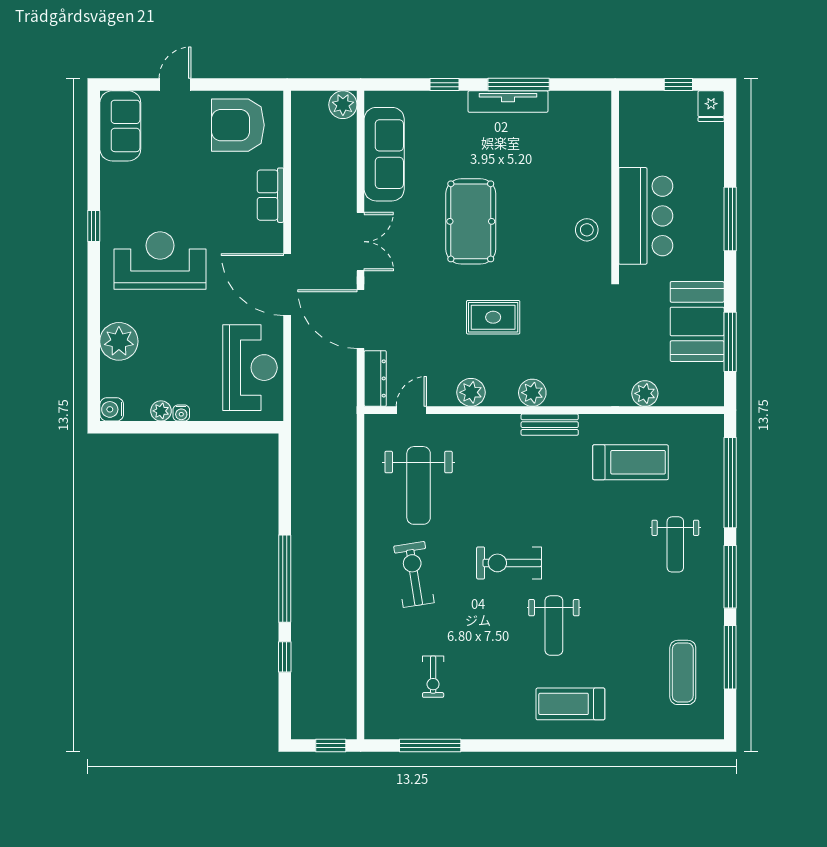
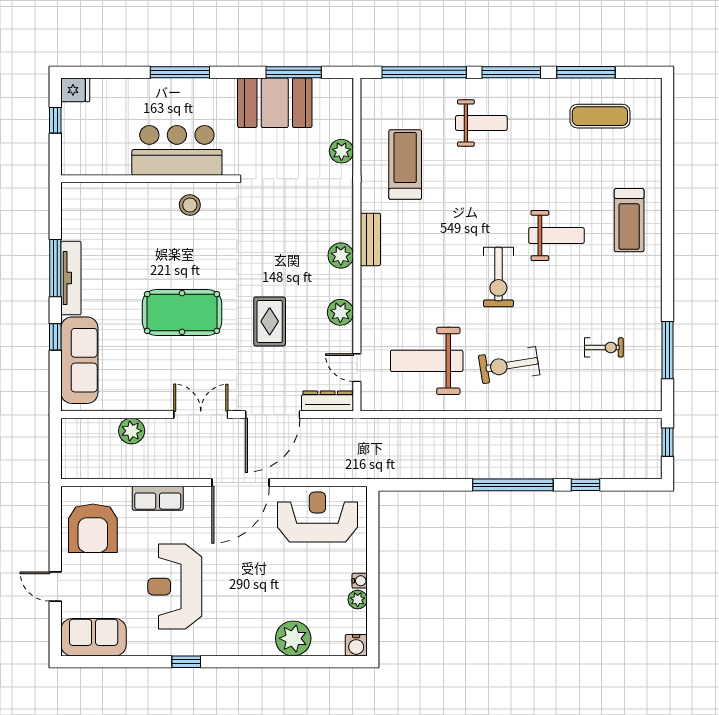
plant: (343, 105) -> (132, 431), moved
sofa: (384, 154) -> (79, 360), moved, turned 90
reception desk: (160, 261) -> (175, 587), moved
rug: (493, 317) -> (270, 321), moved
weight bench: (419, 485) -> (427, 361), turned 180

